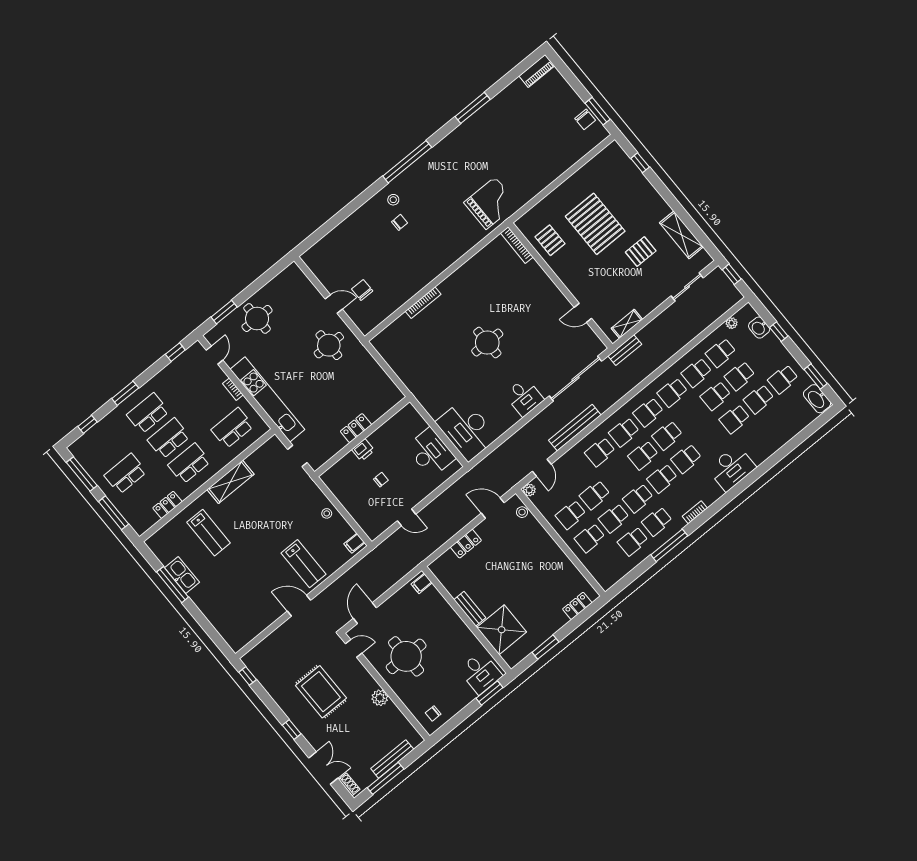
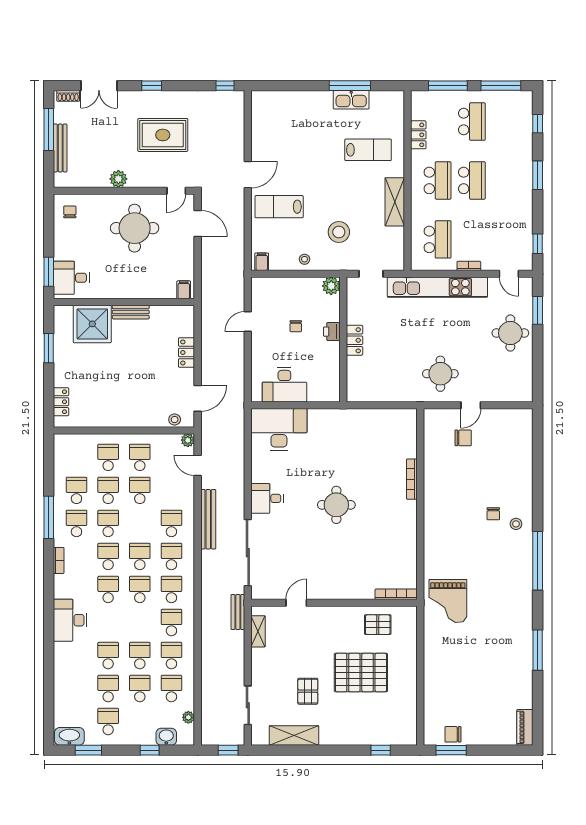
school desk: (148, 413) -> (506, 180), removed
plant: (330, 478) -> (331, 286), added
stool: (286, 505) -> (339, 232), added
lab bench: (209, 533) -> (368, 150), turned 180

